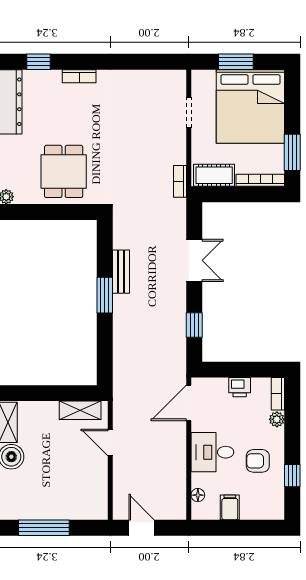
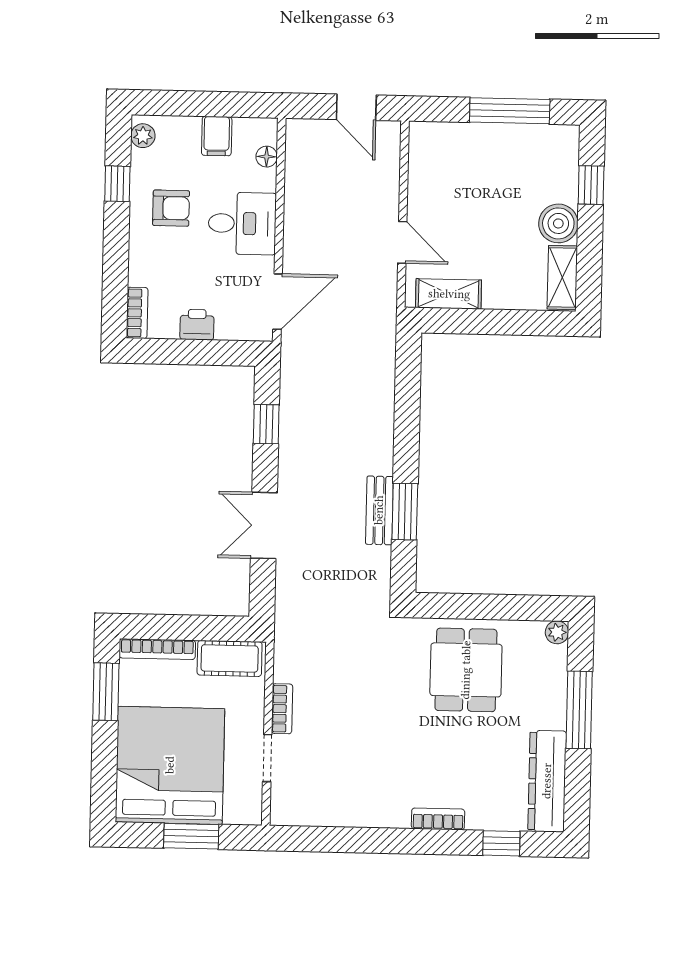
bookcase: (180, 181) -> (282, 709), moved
window: (105, 295) -> (405, 512), moved
plant: (277, 419) -> (143, 136), moved

